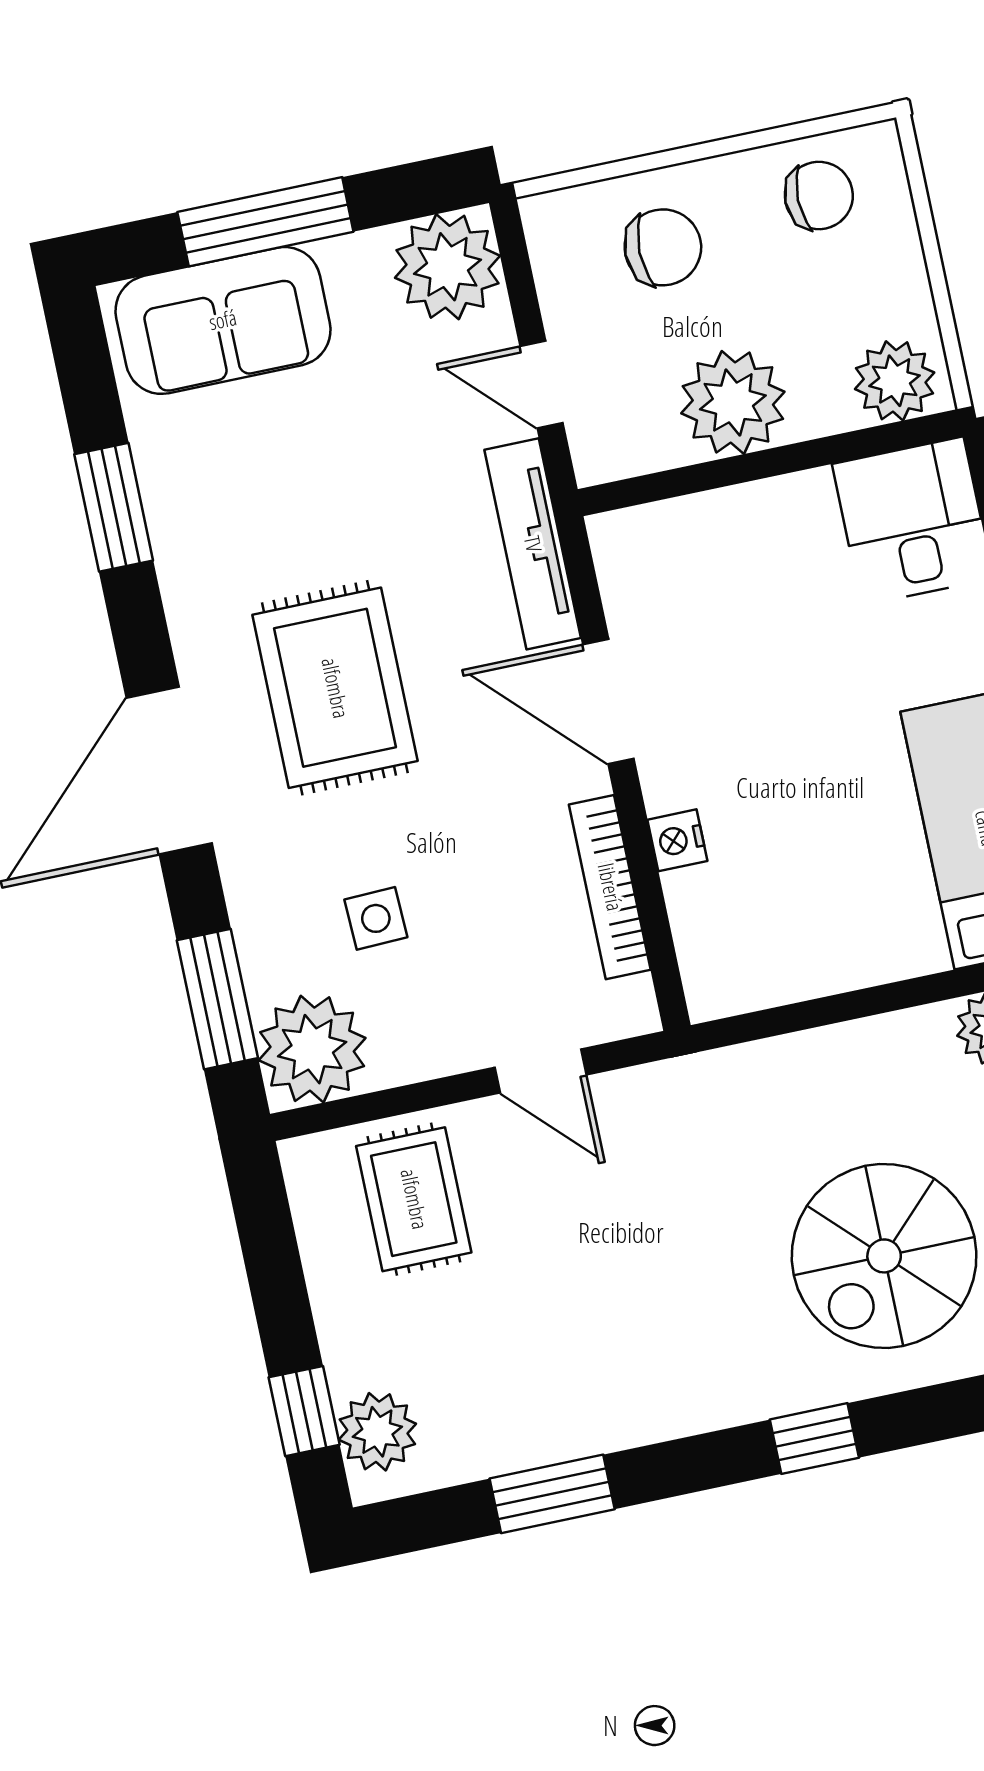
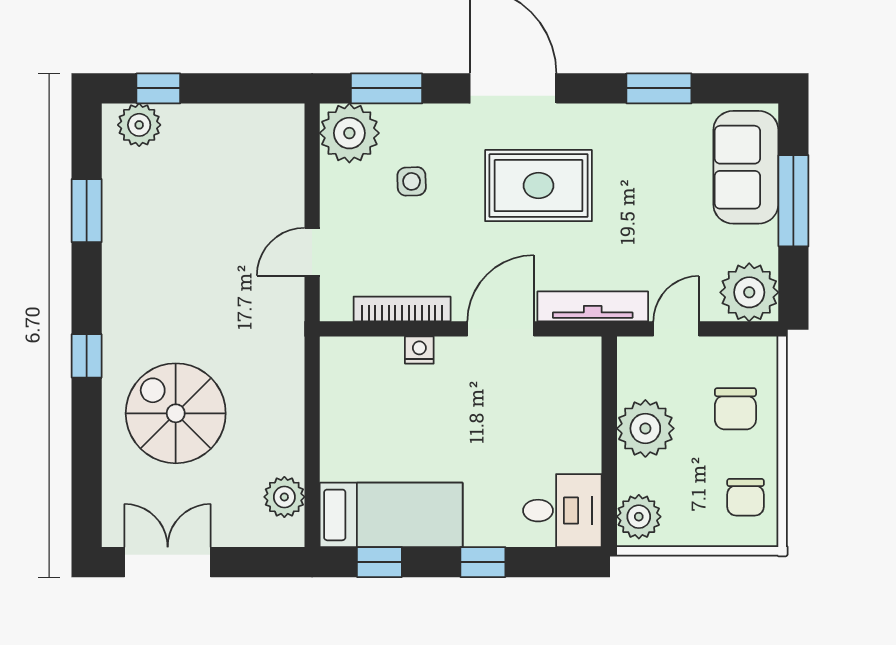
rug: (414, 1199) -> (258, 170), removed

